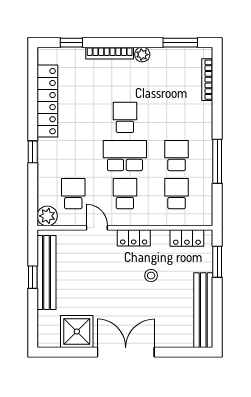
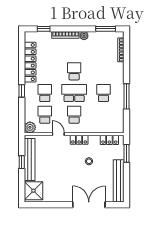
school desk: (177, 194) -> (45, 93), moved
shower: (77, 331) -> (33, 191), moved
double door: (126, 352) -> (89, 205), moved

